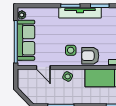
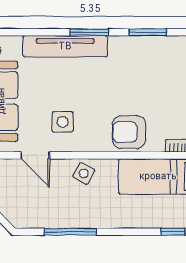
tv unit: (80, 13) -> (65, 46), moved
side table: (71, 50) -> (63, 122), moved

